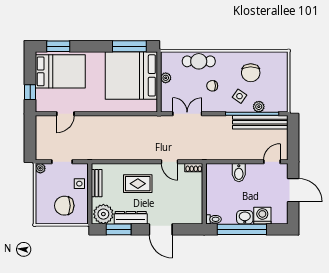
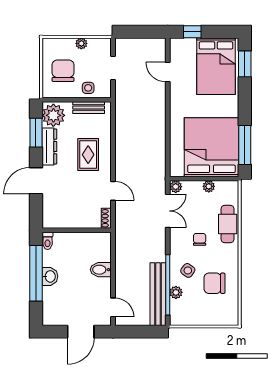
plant: (166, 107) -> (176, 187), added
door: (170, 162) -> (113, 191), swing flipped
plant: (40, 168) -> (81, 43), moved
washing machine: (262, 216) -> (52, 296), removed

